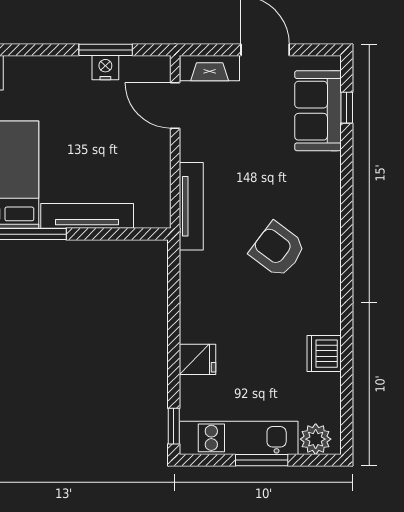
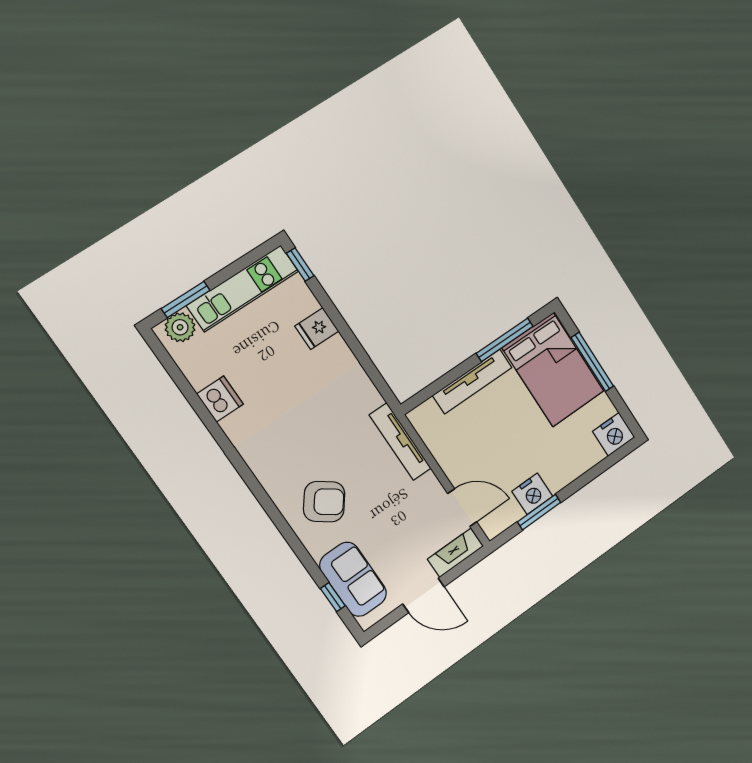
nightstand: (105, 68) -> (532, 494), width x1.36, depth x1.33
armchair: (278, 250) -> (324, 502), moved
window: (262, 460) -> (186, 299), moved

